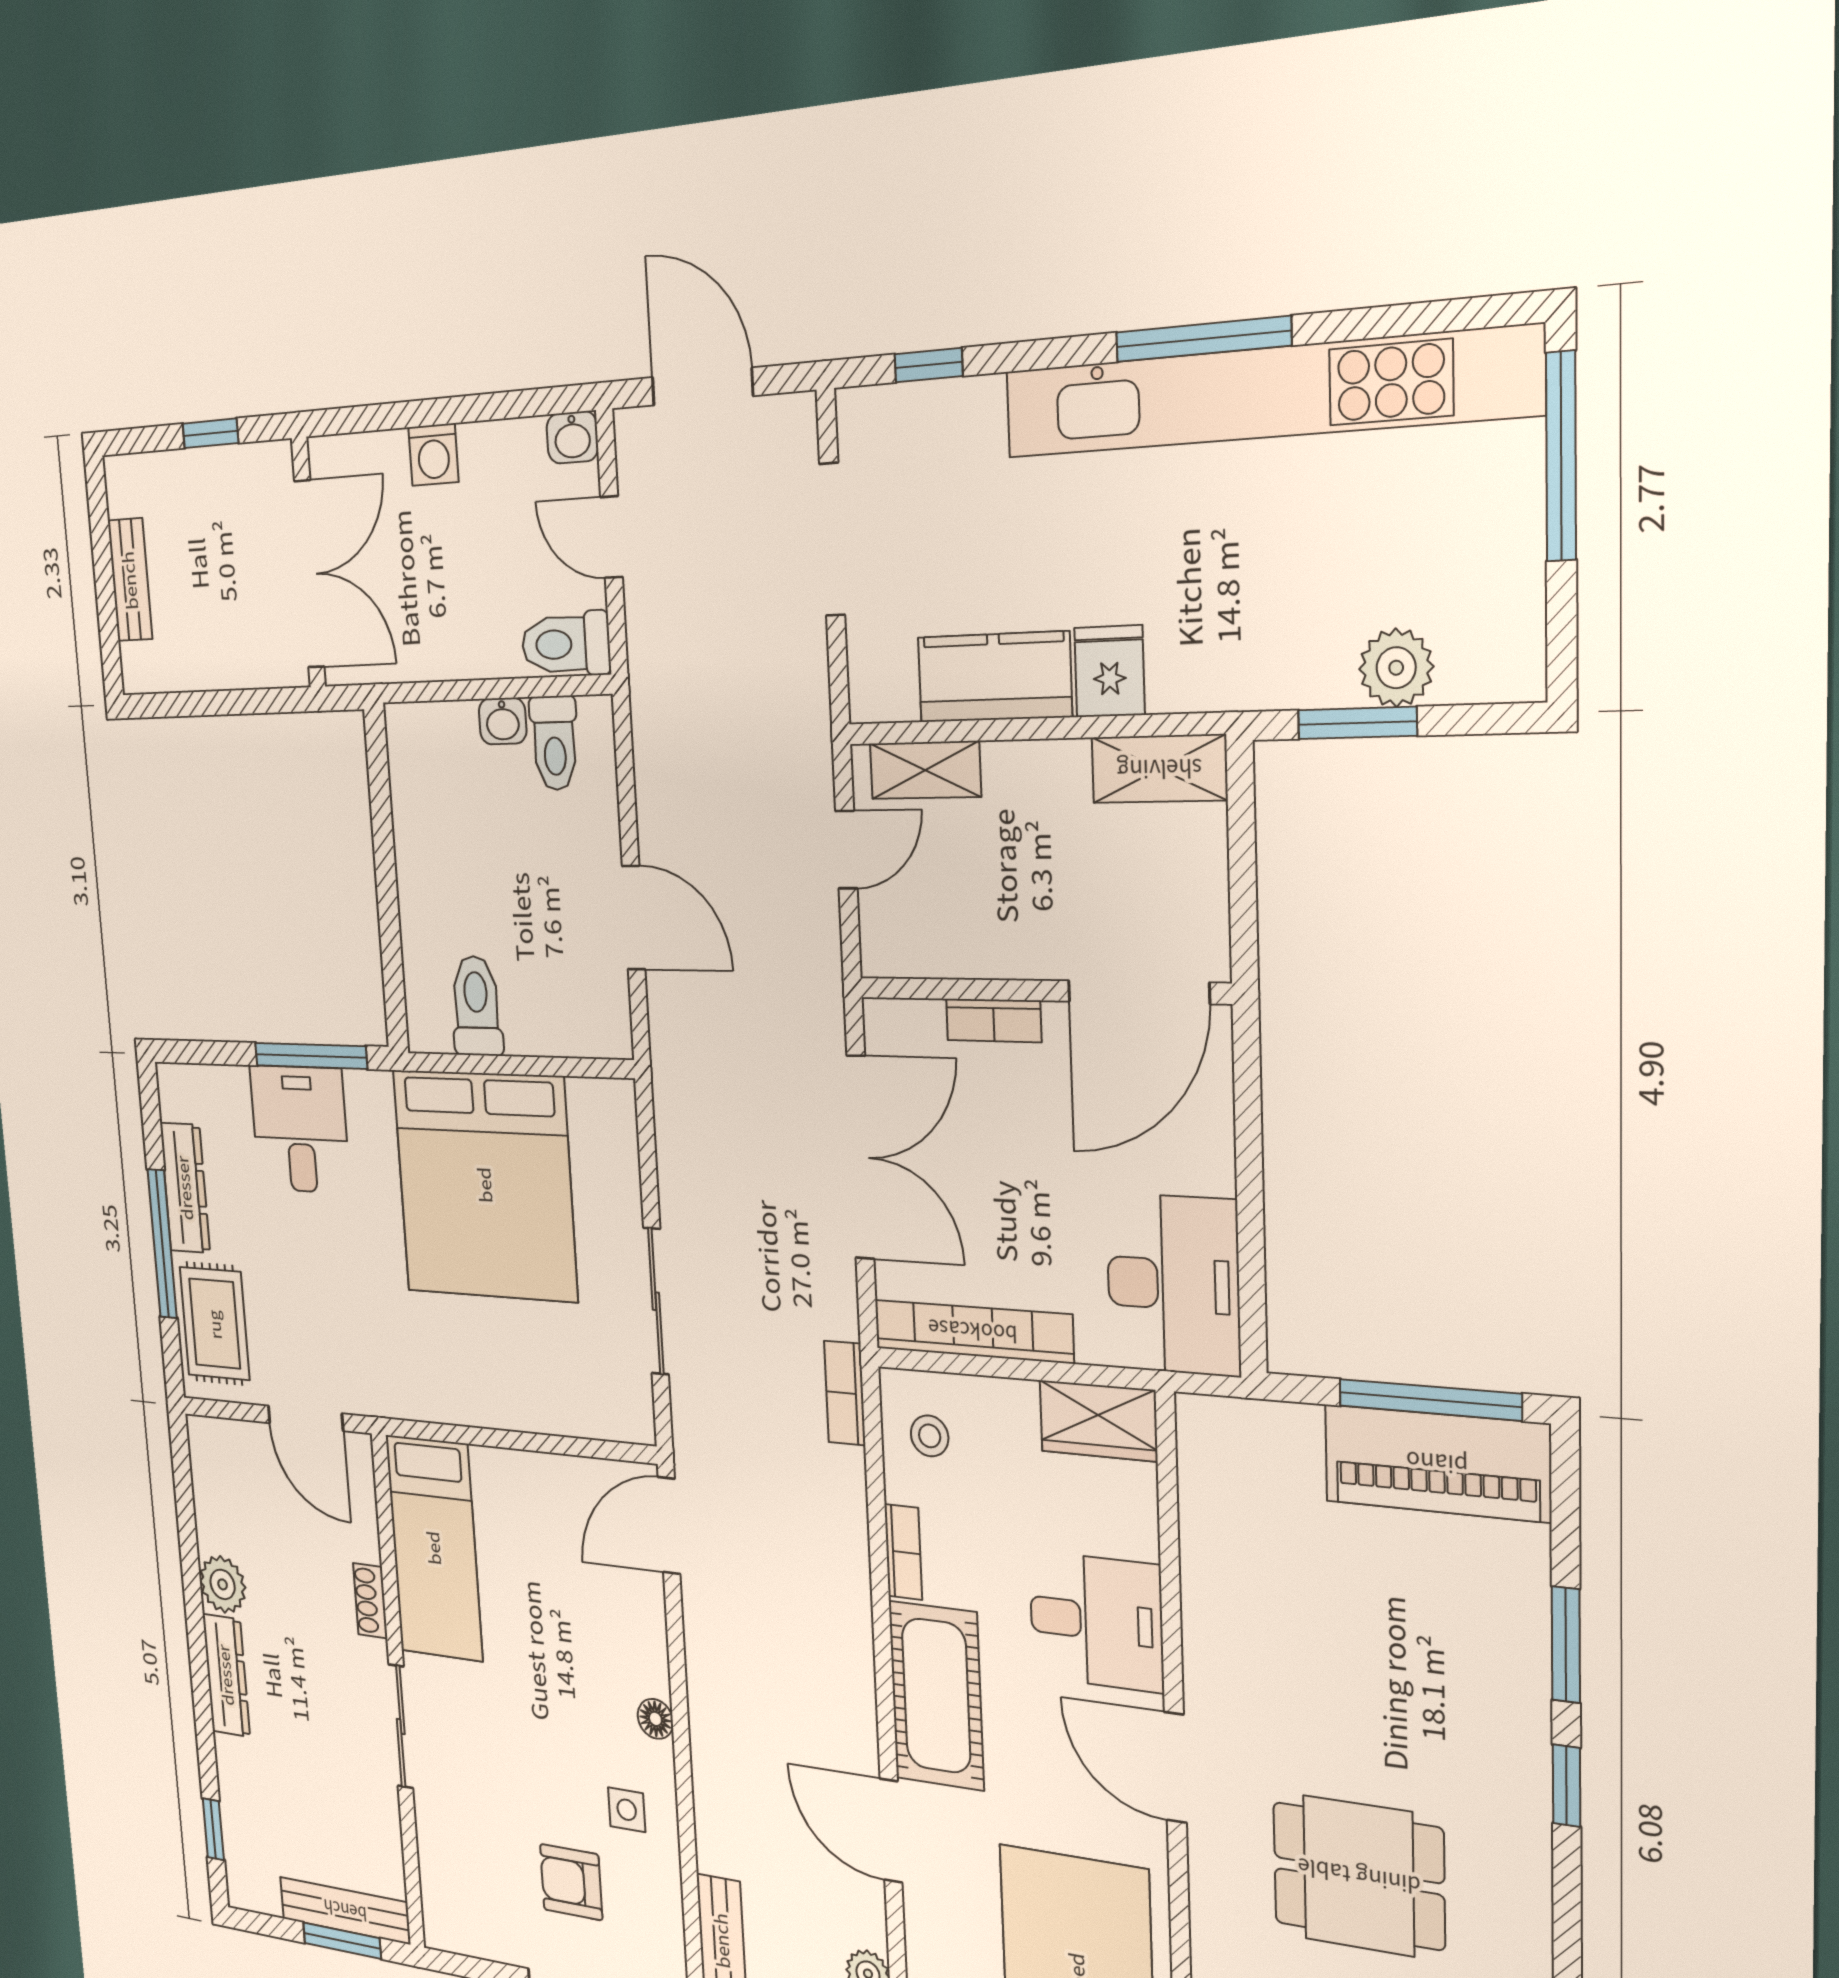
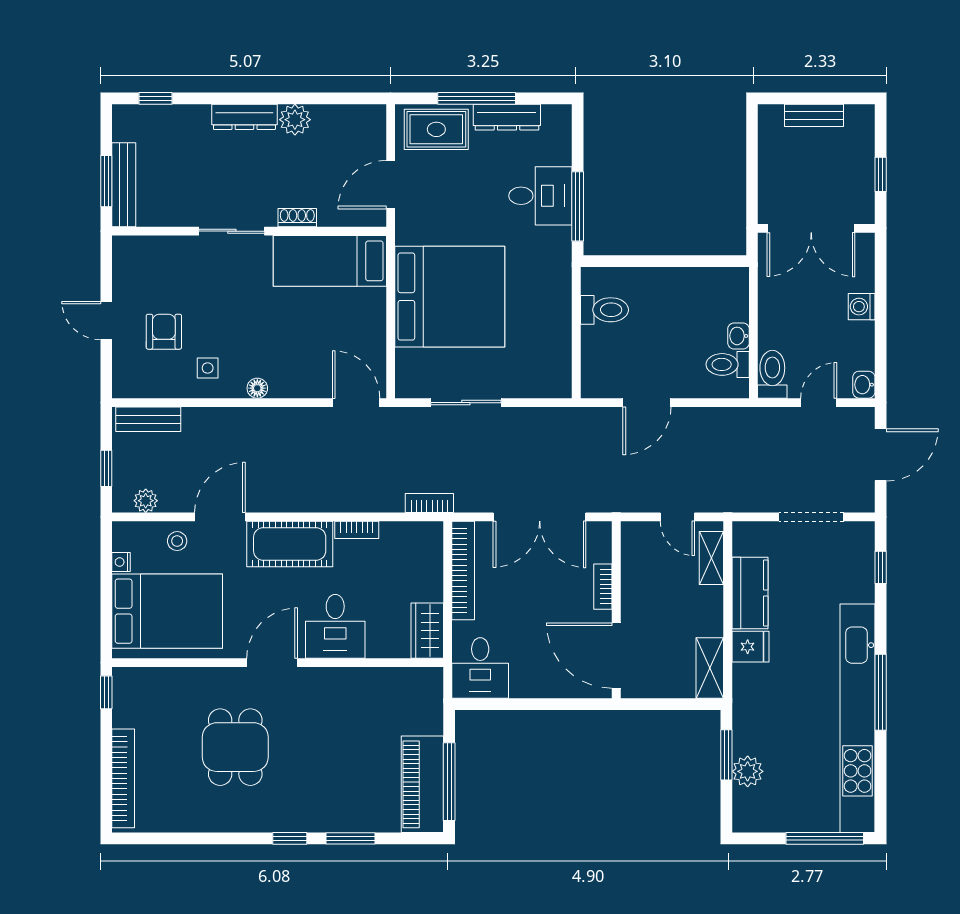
bed: (485, 1185) -> (450, 297), moved, turned 180
desk: (1173, 1284) -> (480, 668), width x0.73
stool: (930, 1436) -> (177, 541), moved

